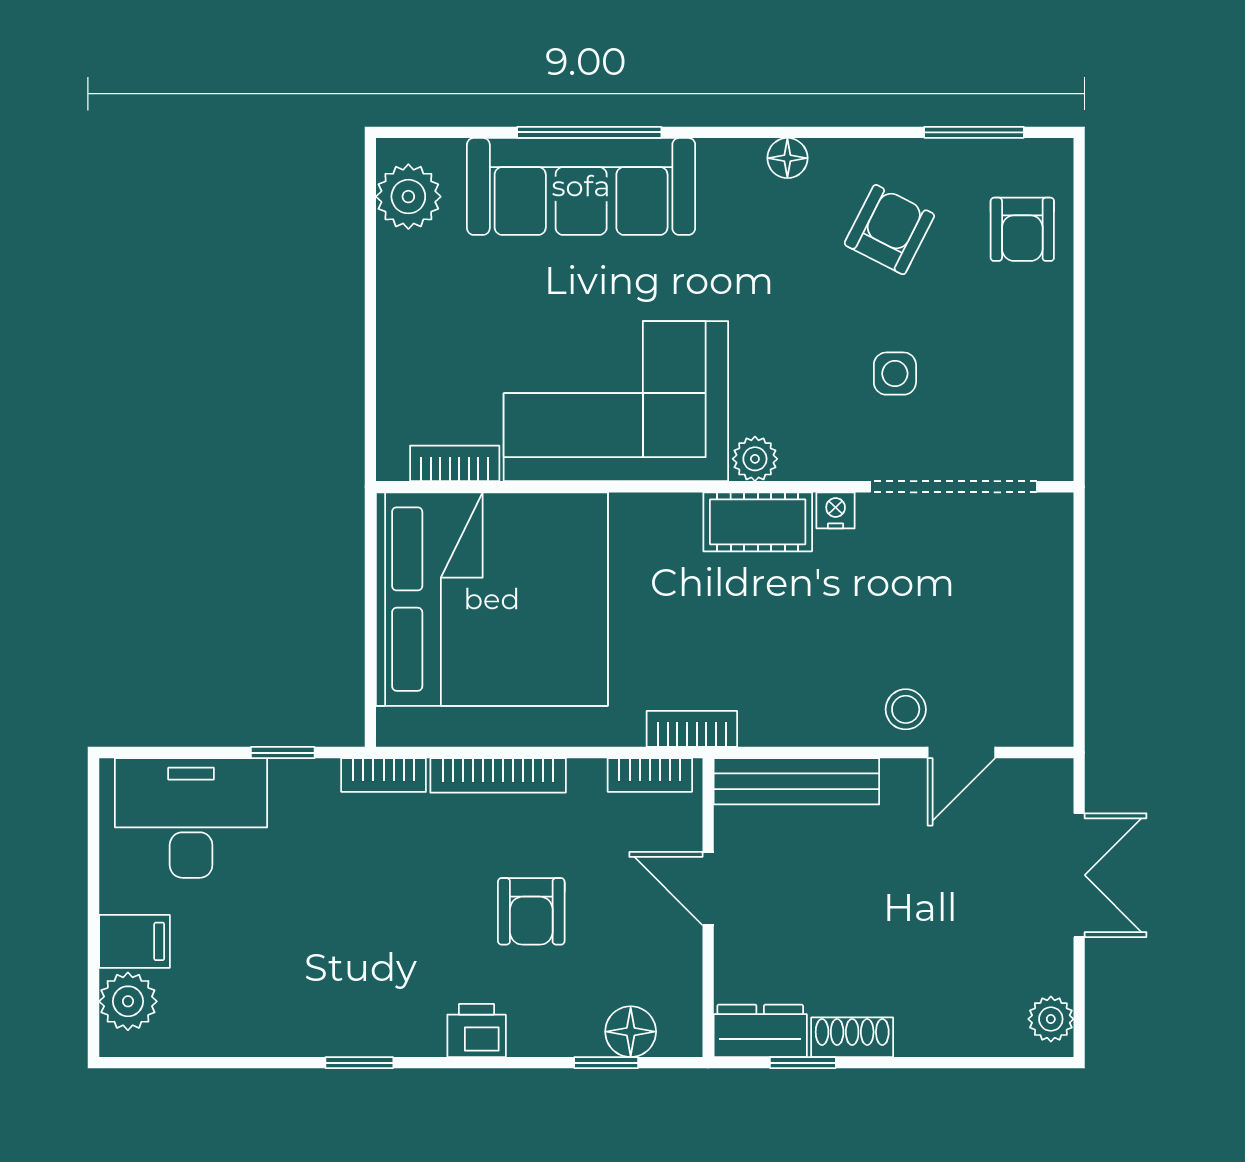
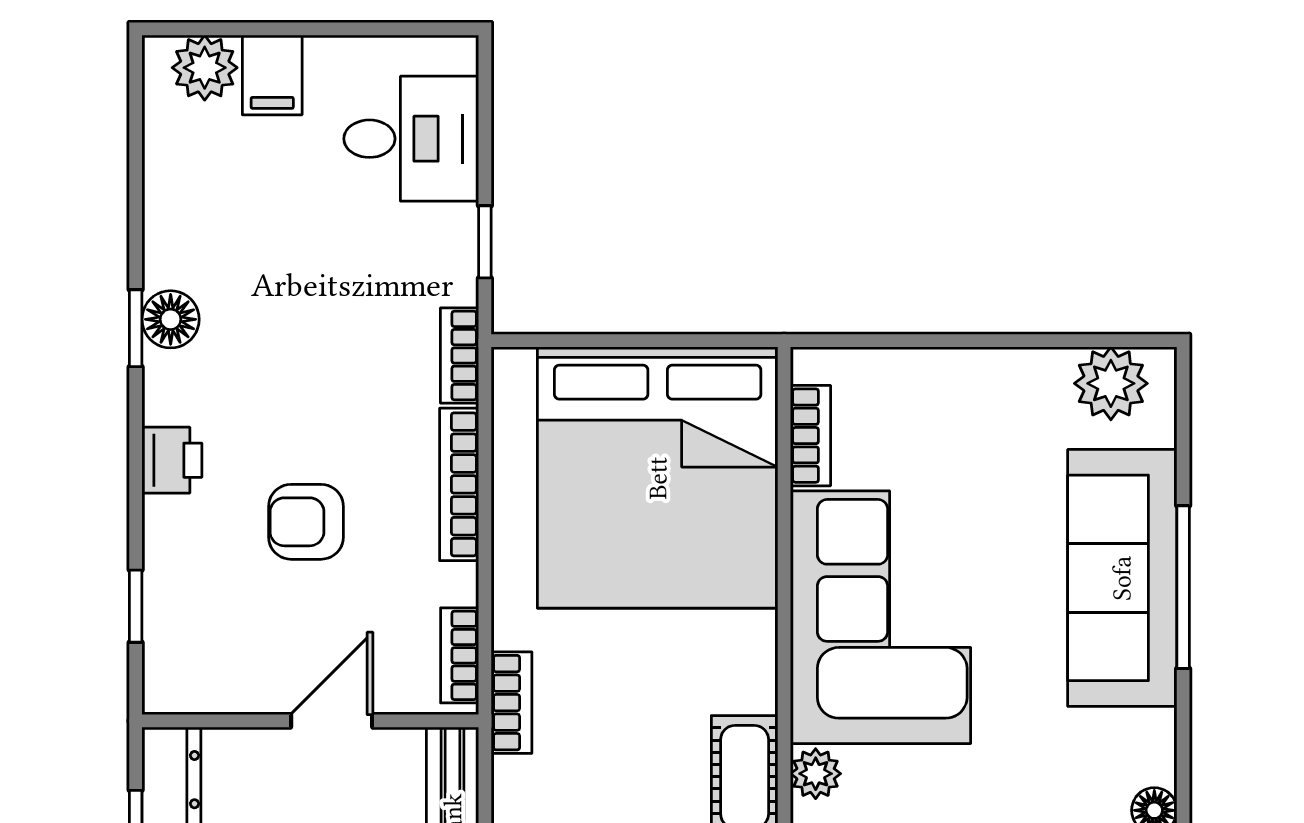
desk: (191, 818) -> (411, 139), width x0.73
floor lamp: (631, 1032) -> (171, 319), moved

